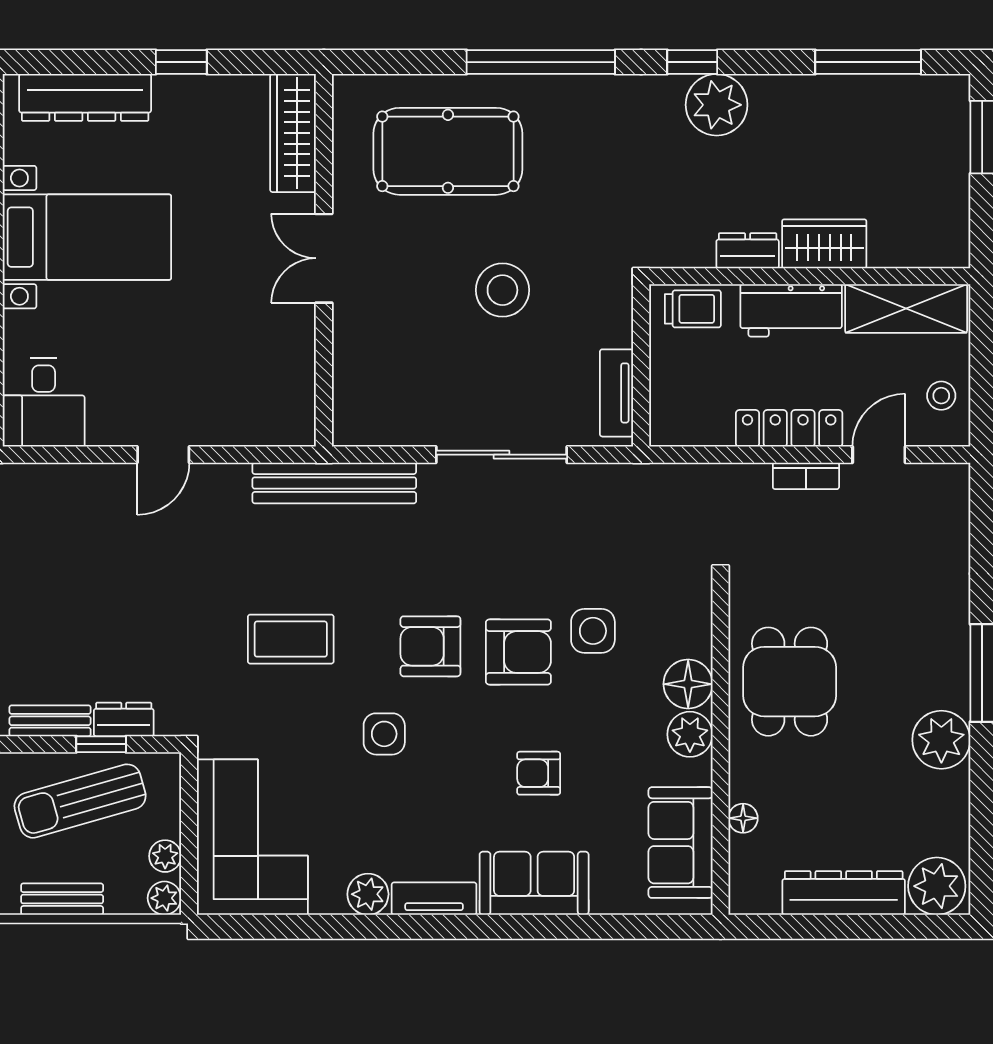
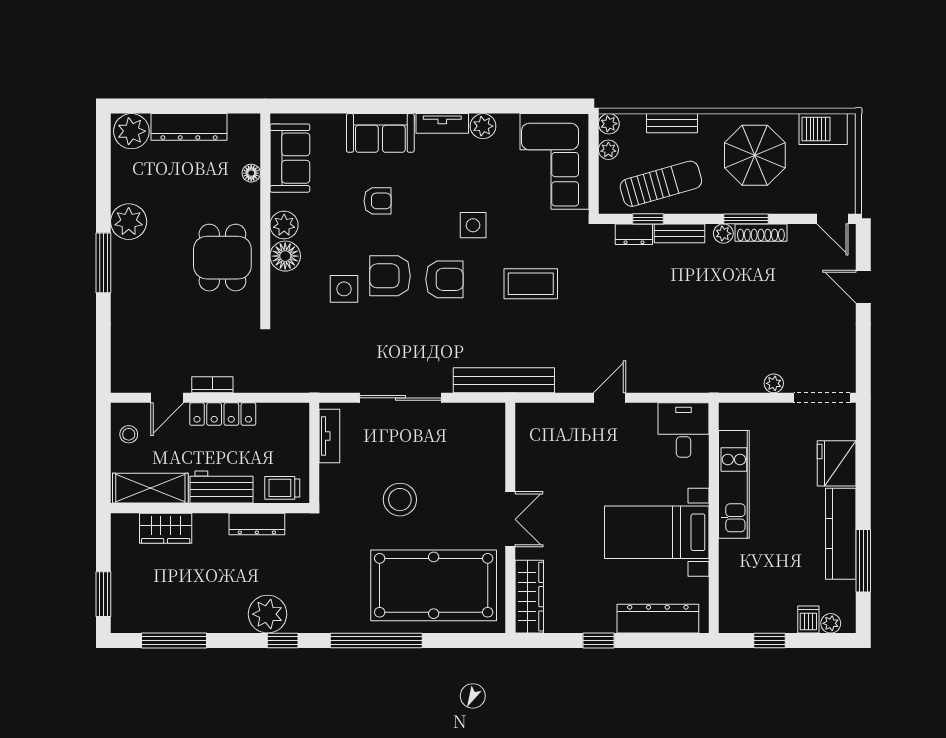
pool table: (448, 151) -> (434, 585), width x1.36, depth x1.32
wardrobe: (824, 244) -> (166, 528), moved
dresser: (748, 251) -> (257, 524), width x1.44

